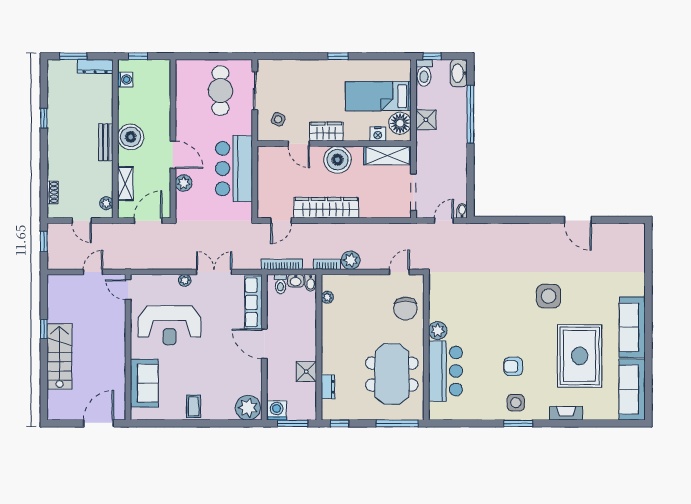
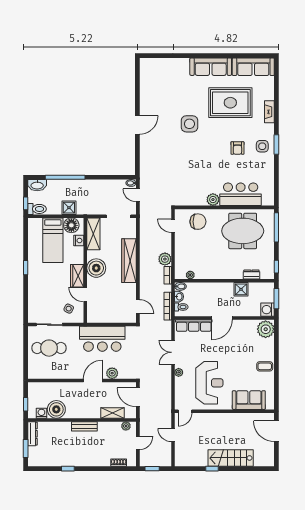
boiler: (131, 137) -> (56, 409), moved
door: (299, 144) -> (85, 295), swing flipped
wardrobe: (326, 208) -> (129, 261), moved
door: (578, 220) -> (137, 125), moved

